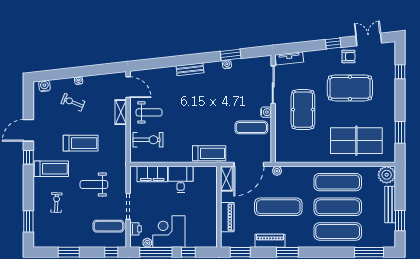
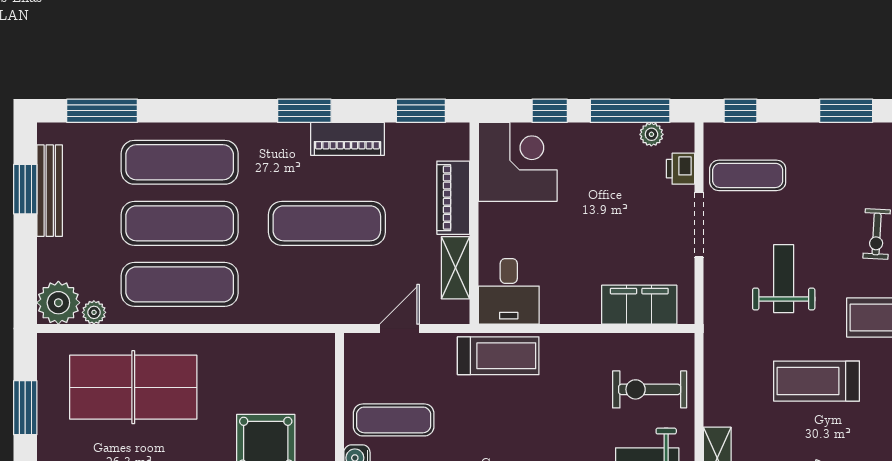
treadmill: (209, 153) -> (498, 356), turned 180
door: (249, 164) -> (400, 329), width x0.53
plant: (277, 171) -> (94, 312), moved
desk: (181, 179) -> (509, 291), moved
shelving: (226, 179) -> (455, 268), moved
weight bench: (94, 184) -> (784, 279), turned -90
bench: (390, 204) -> (50, 191), moved
corner desk: (169, 232) -> (518, 162), moved, turned -90

